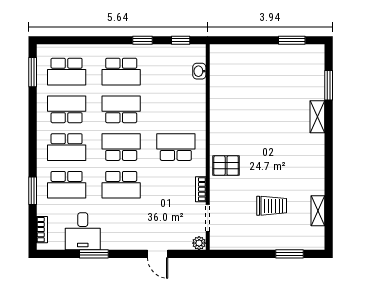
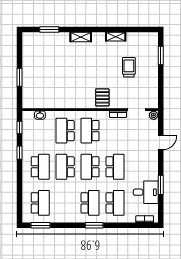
window: (292, 40) -> (19, 77), moved
school desk: (67, 109) -> (65, 131), moved
shelving: (317, 117) -> (81, 37), moved
window: (33, 191) -> (94, 225), moved
shelving: (318, 211) -> (116, 37), moved

